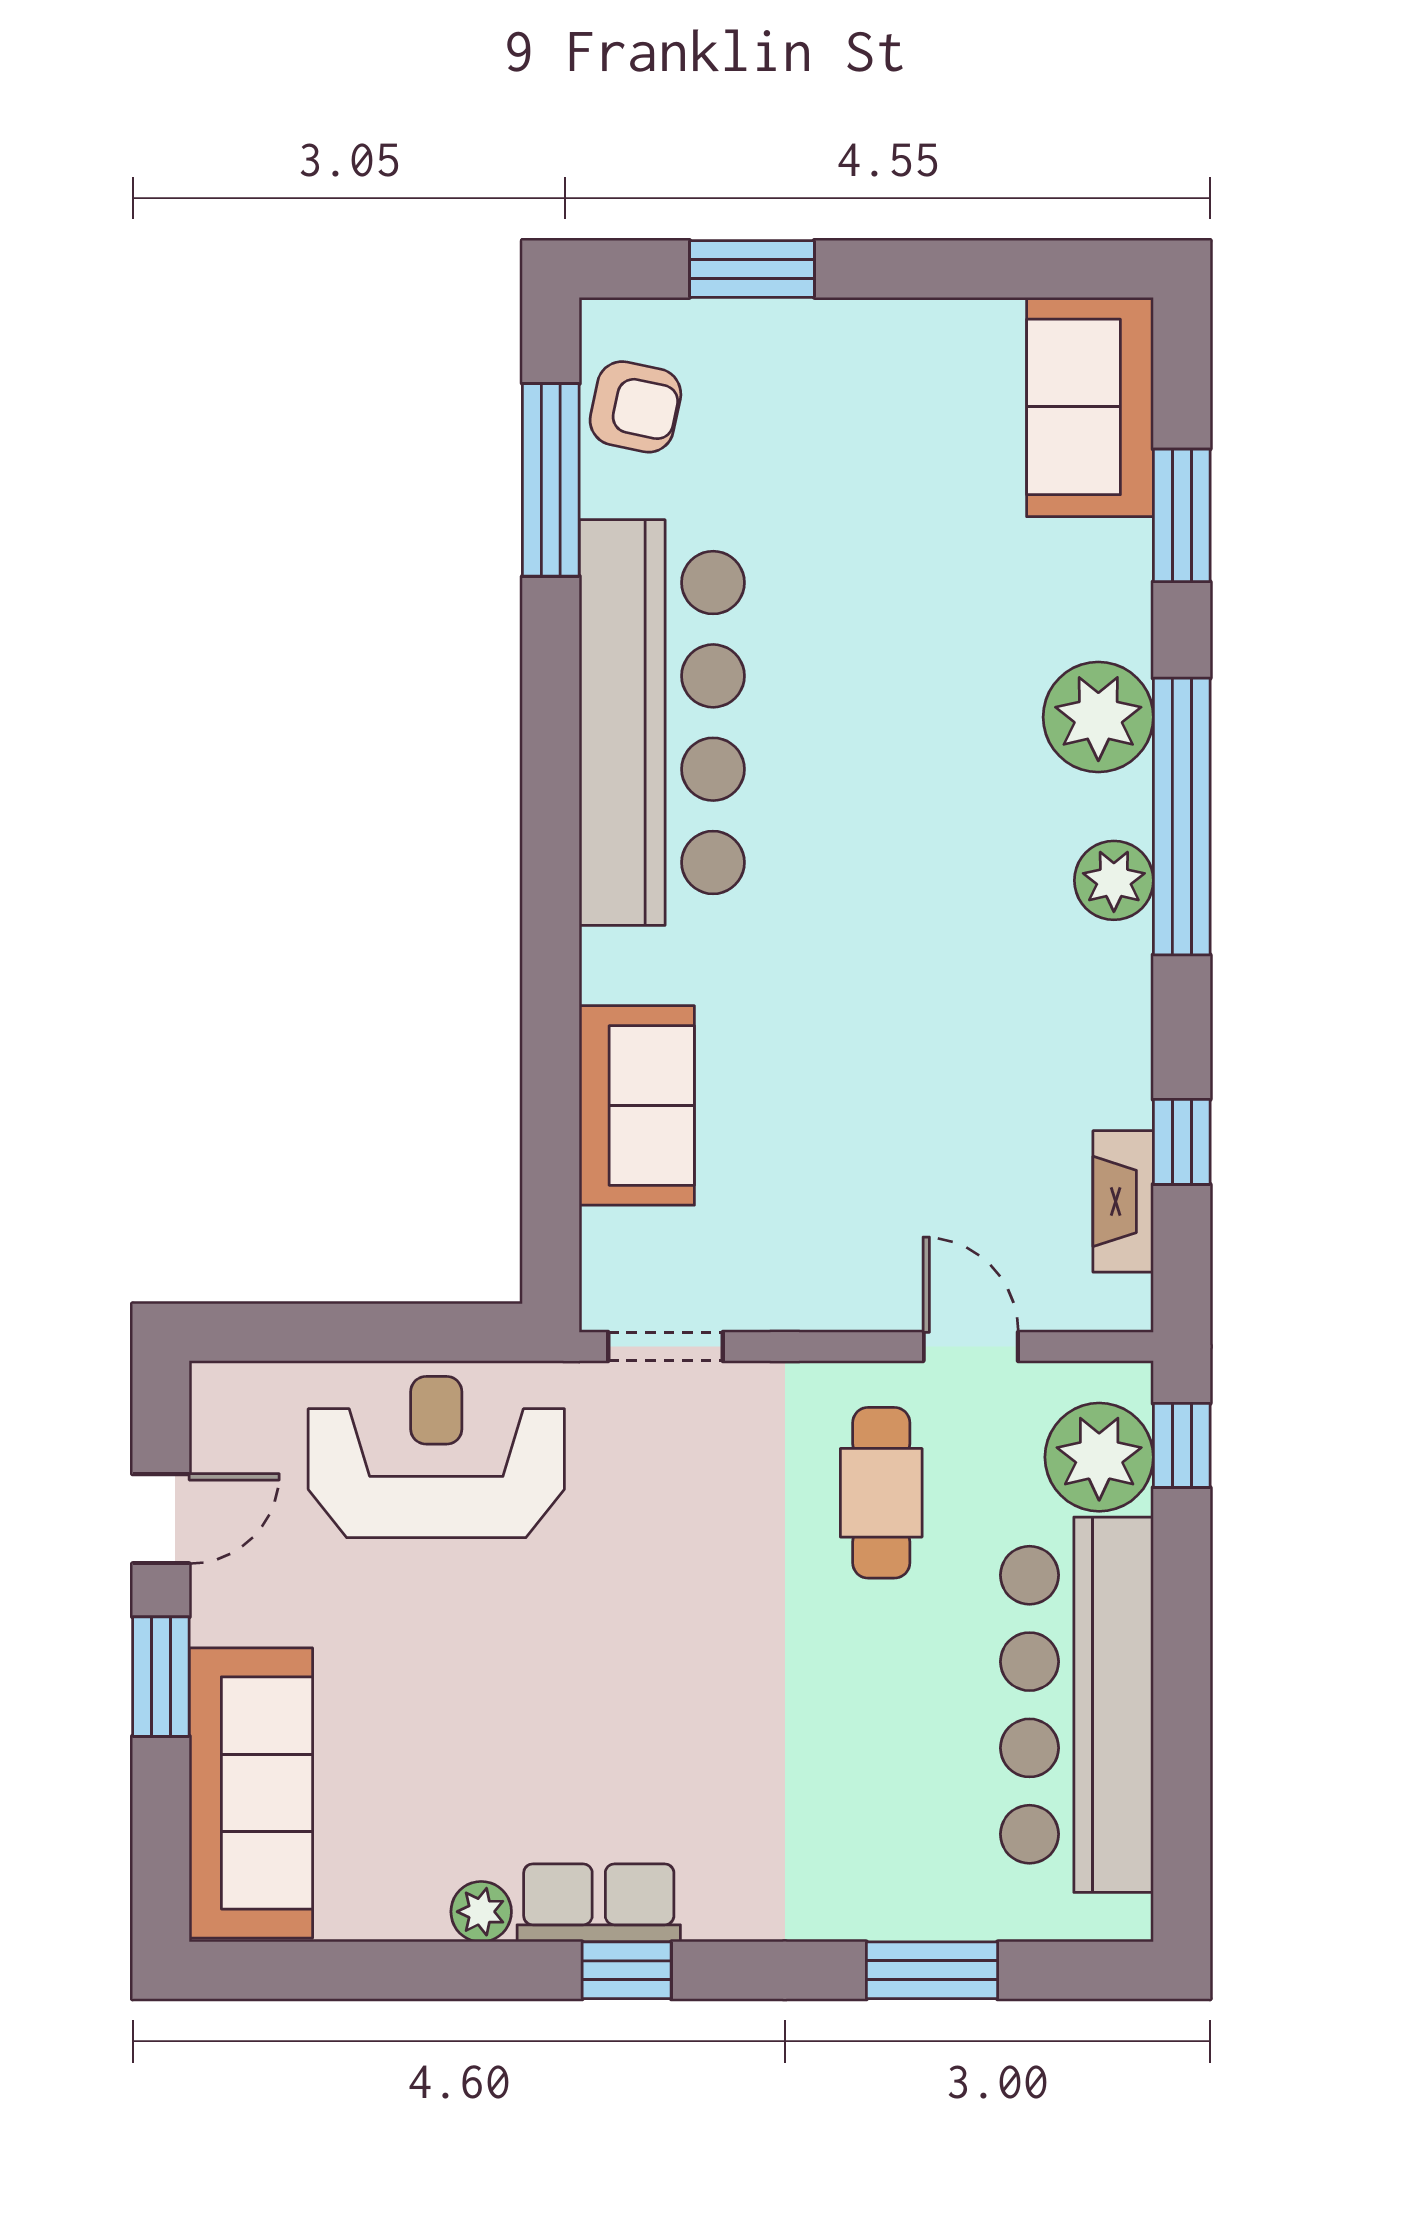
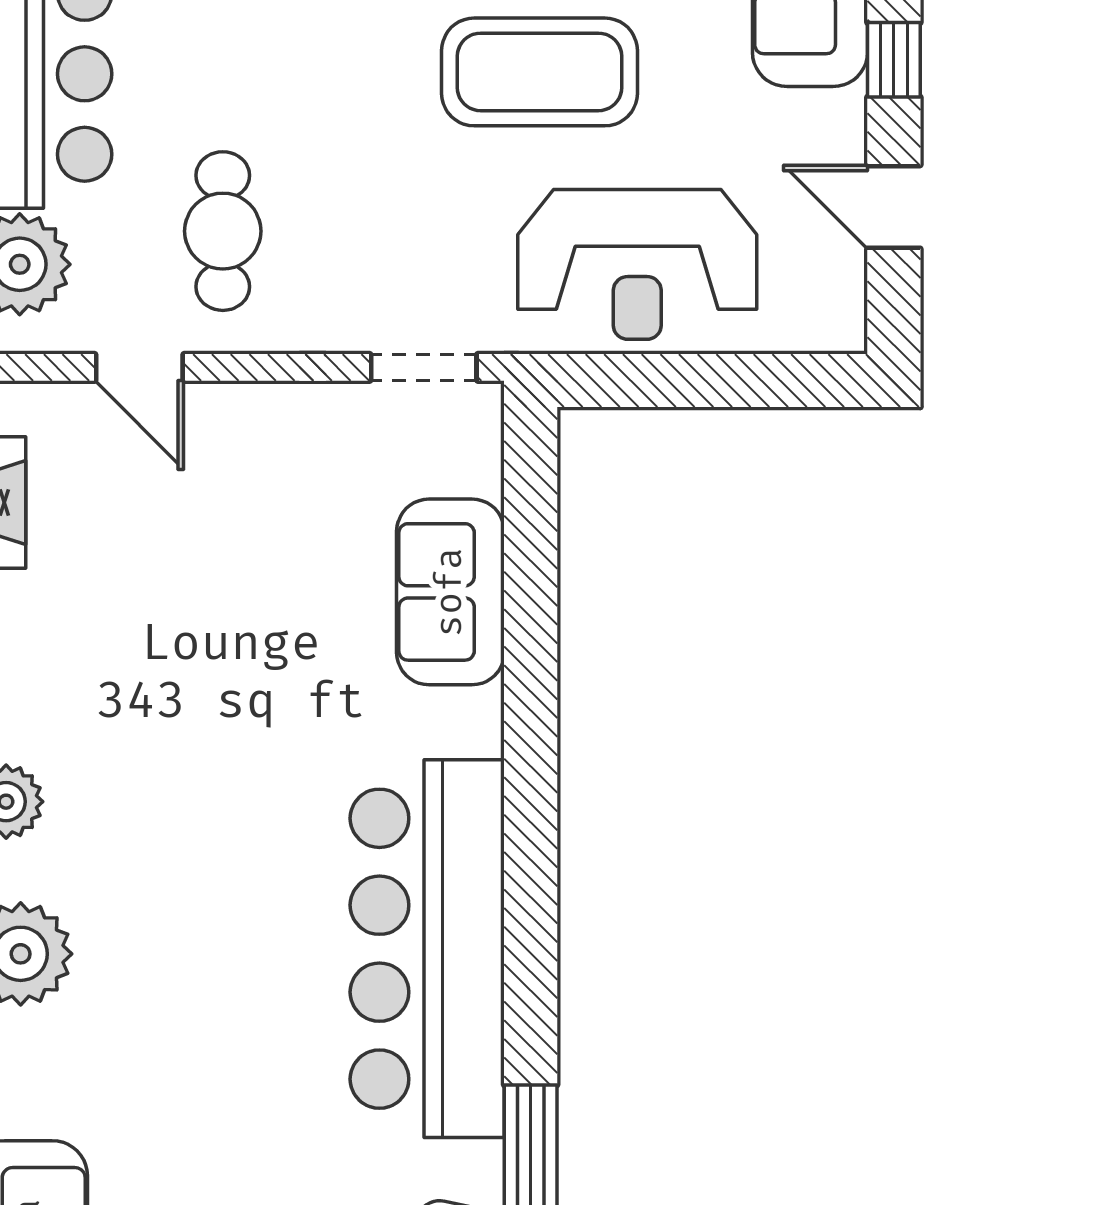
door: (161, 1519) -> (894, 207), hinge flipped
coffee table: (541, 1664) -> (539, 72), added
window: (161, 1677) -> (894, 60), width x0.67

